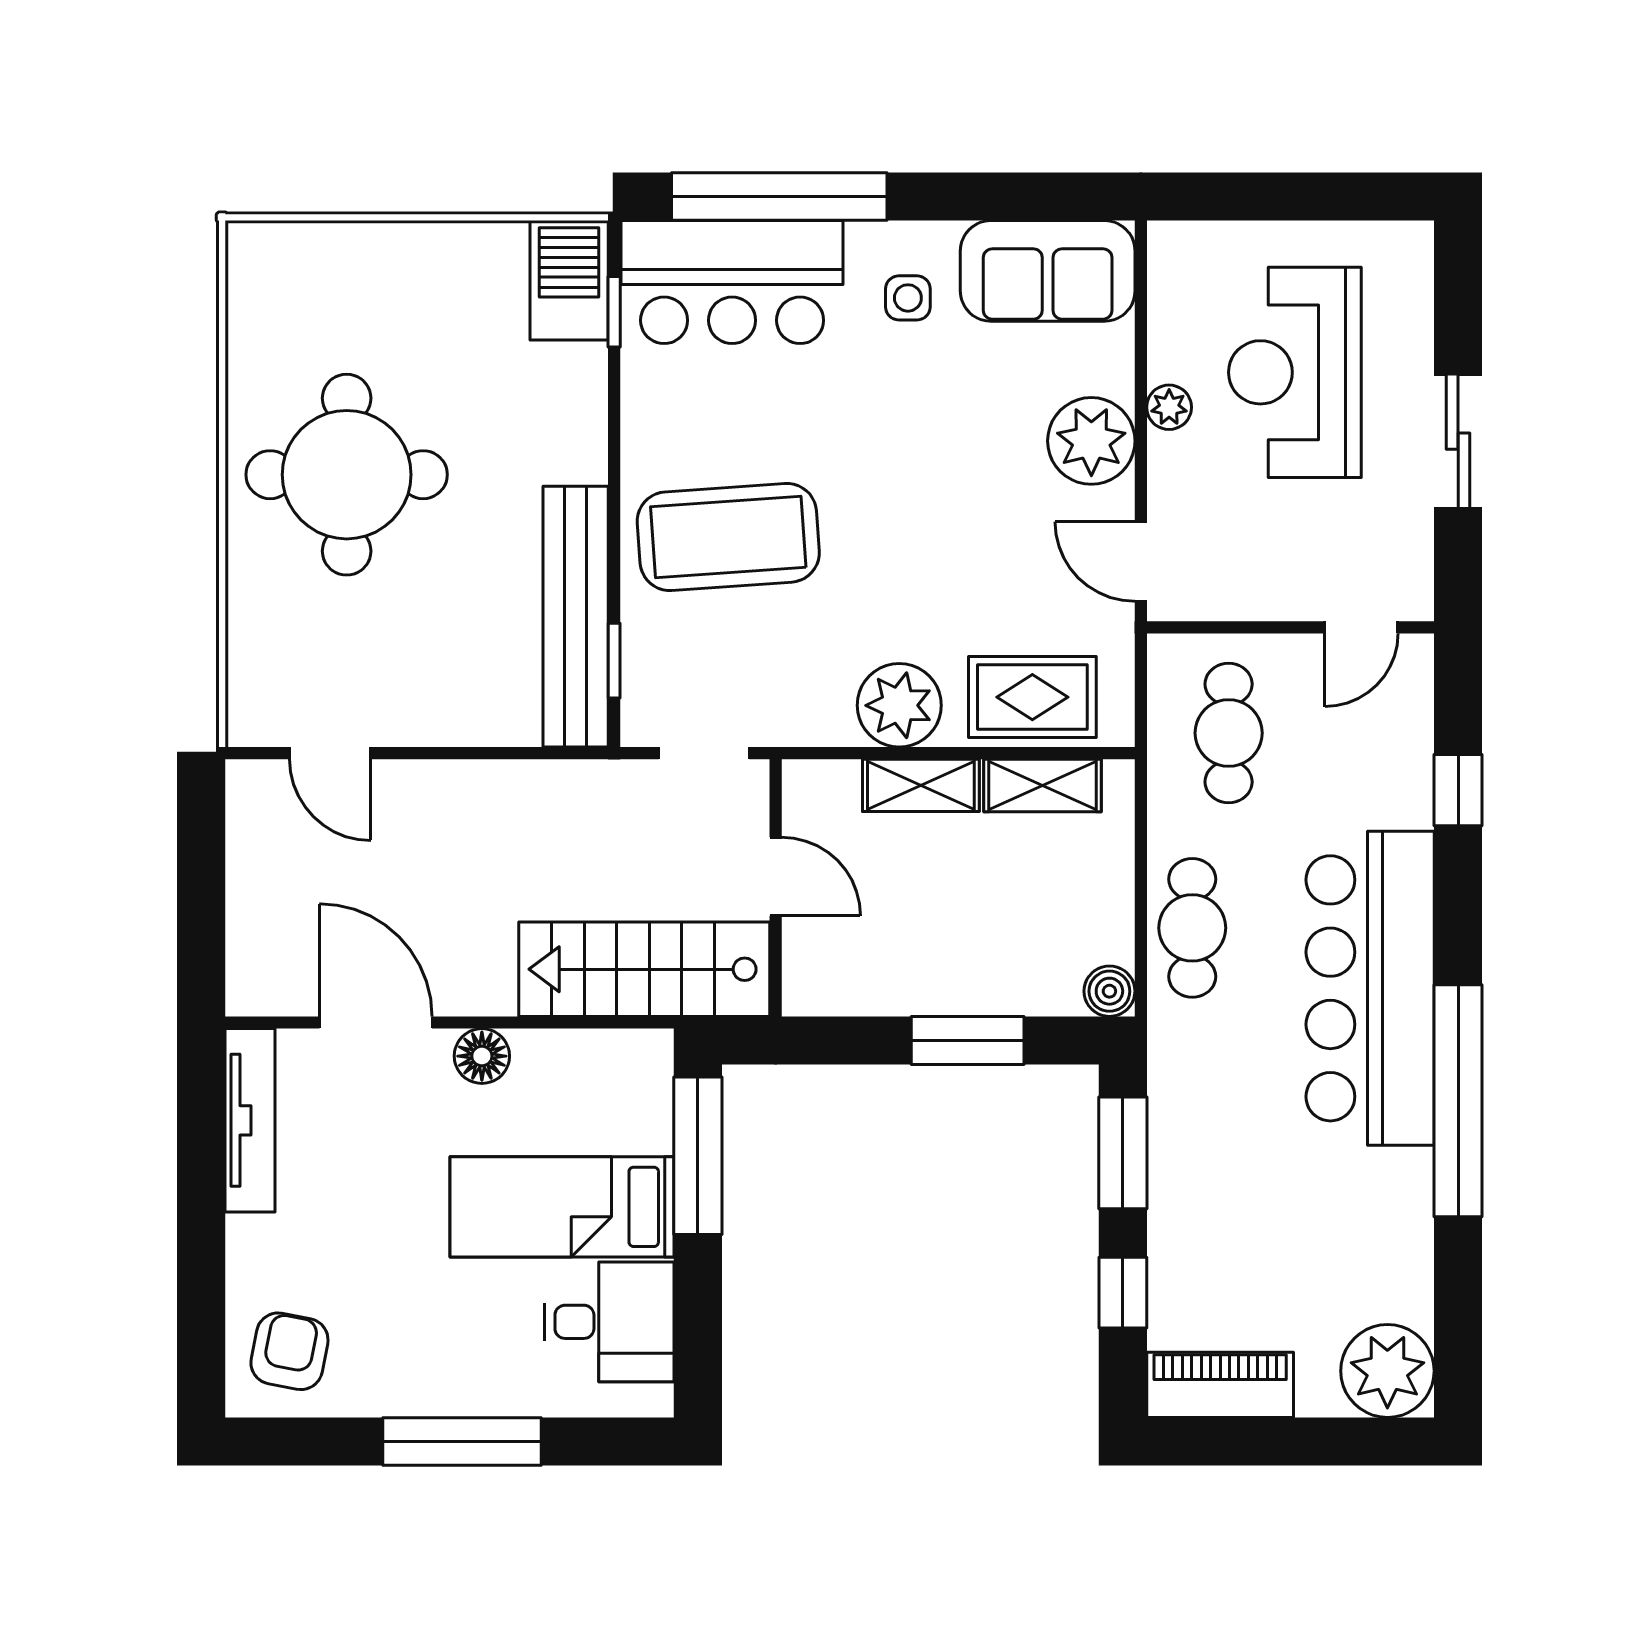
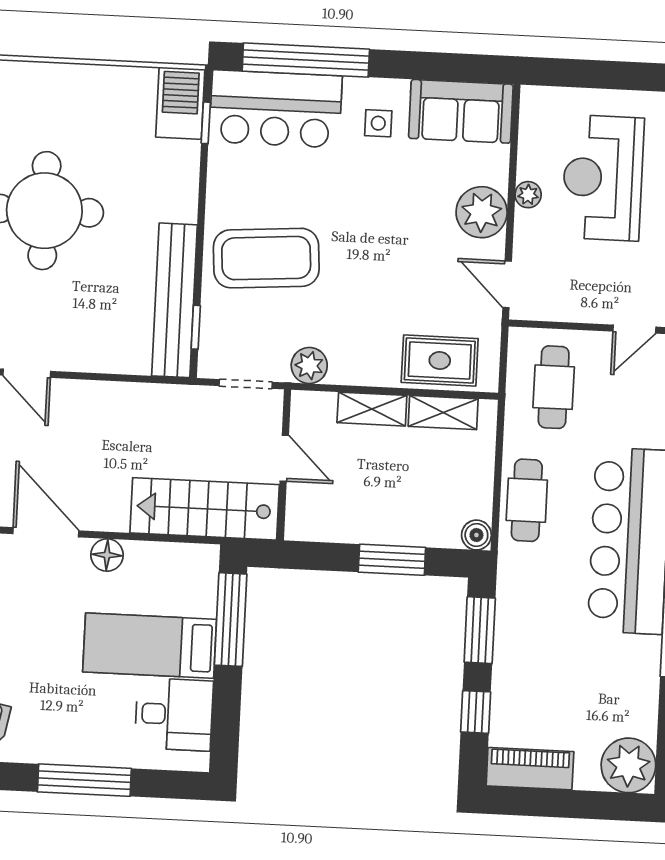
plant: (899, 705) -> (309, 365), moved, width x0.73, depth x0.73

